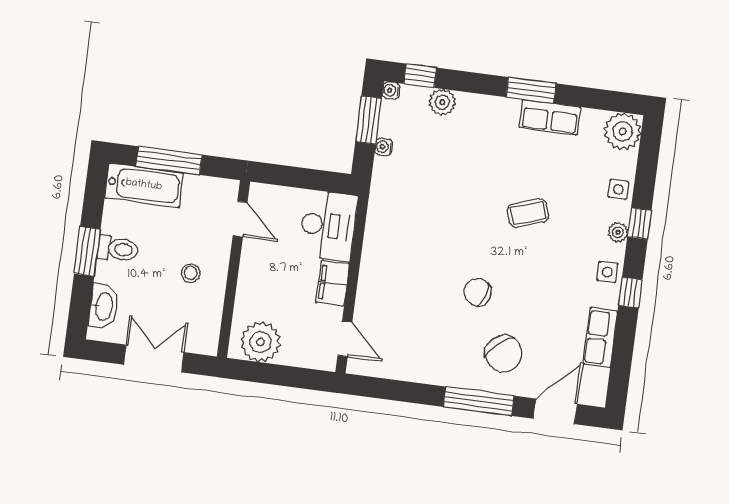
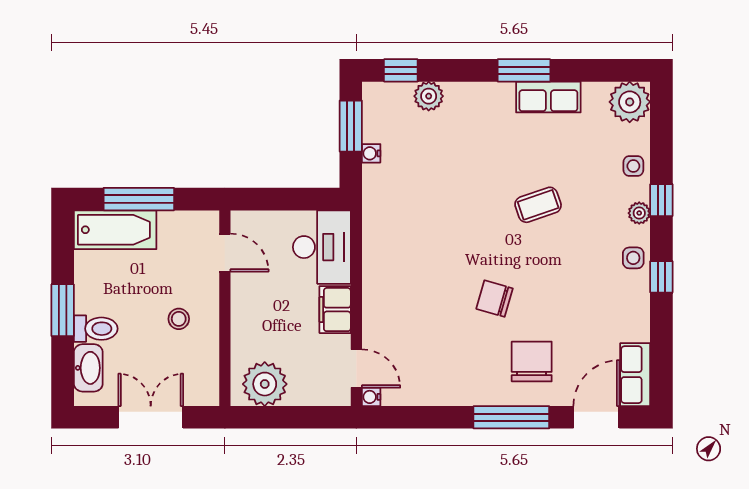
water cooler: (391, 91) -> (371, 397), moved
toilet: (118, 249) -> (96, 329), moved
row of seats: (600, 338) -> (635, 375), moved
chair: (504, 353) -> (532, 362), turned -139

